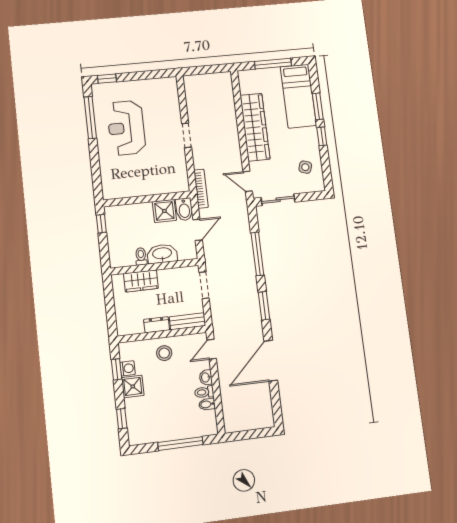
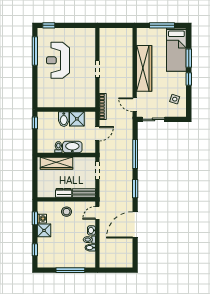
bidet: (184, 209) -> (64, 119), moved
wardrobe: (141, 281) -> (57, 163), width x1.50

